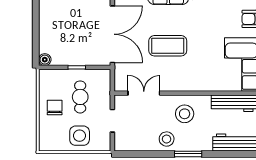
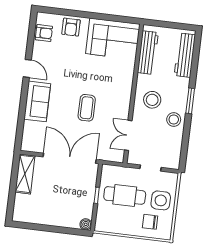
coffee table: (168, 46) -> (87, 108), width x0.73, depth x0.76
cafe table: (80, 97) -> (125, 195), width x1.37, depth x1.35
chair: (55, 107) -> (150, 222), moved

